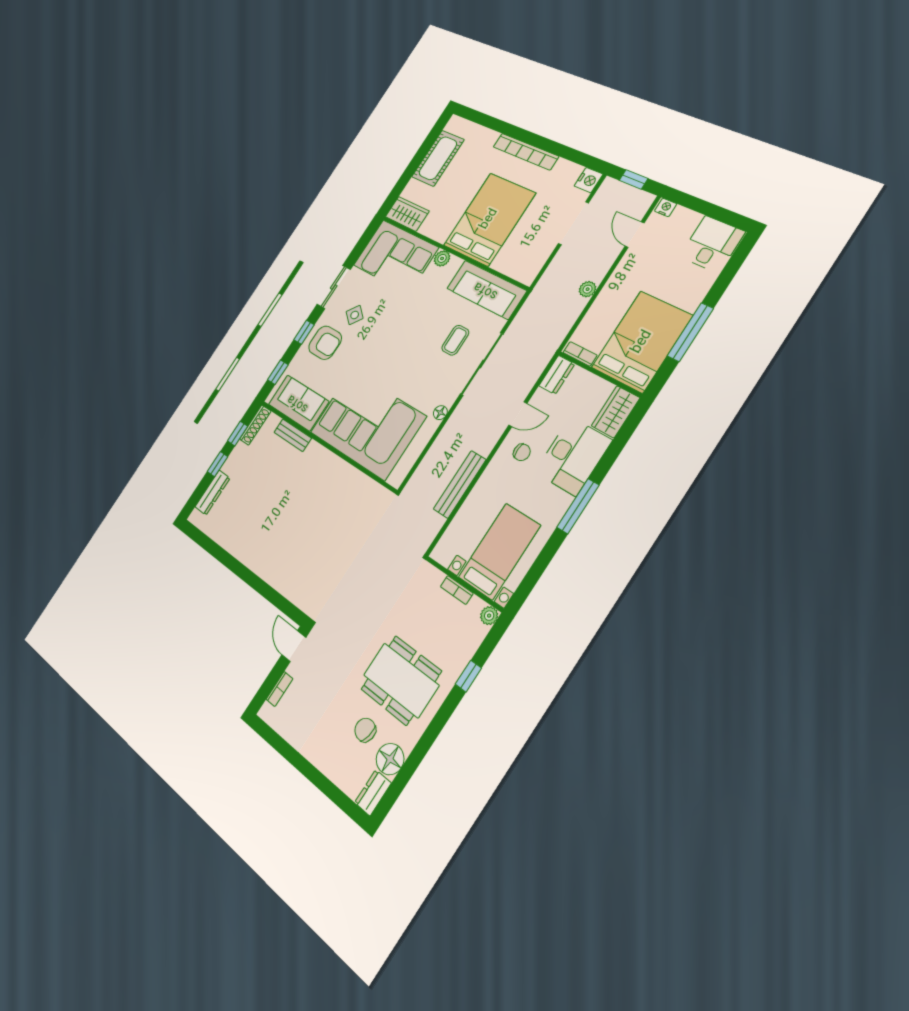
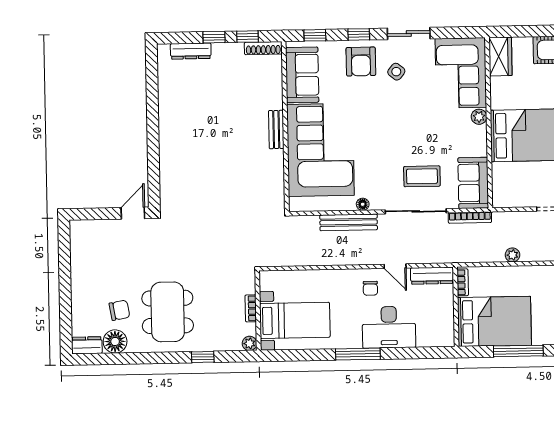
sofa: (486, 290) -> (473, 183), width x0.73
coffee table: (455, 340) -> (422, 176), width x1.36, depth x1.30
dresser: (557, 375) -> (432, 276), width x1.44
wardrobe: (616, 412) -> (436, 336), removed
bench: (293, 435) -> (276, 130), moved
bench: (460, 484) -> (349, 222), moved
bookcase: (279, 689) -> (470, 218), moved, width x1.56
chair: (365, 730) -> (119, 310), turned 68

